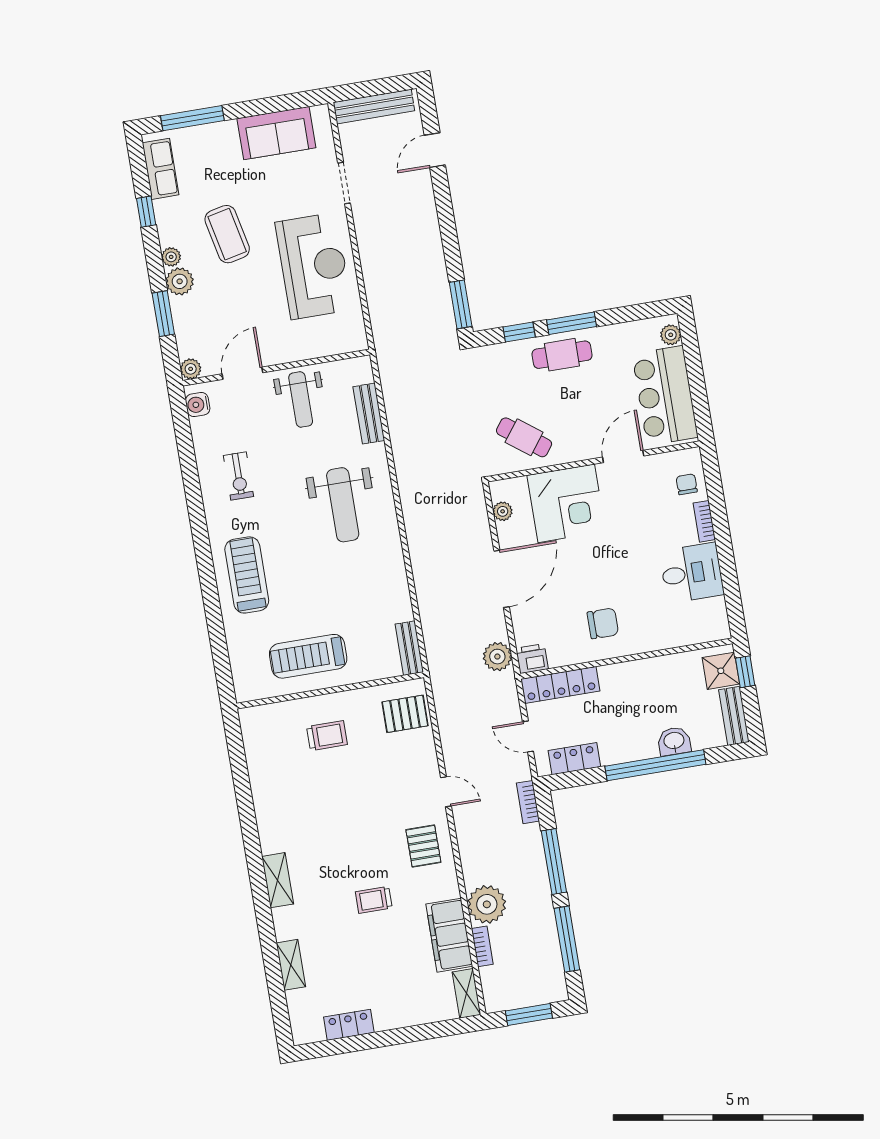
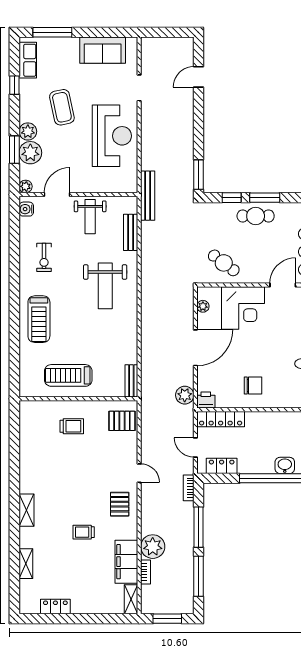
bench: (374, 107) -> (148, 196), moved, turned 90
plant: (171, 257) -> (30, 153), moved, width x1.87, depth x1.87
treadmill: (247, 575) -> (39, 319), turned 180

